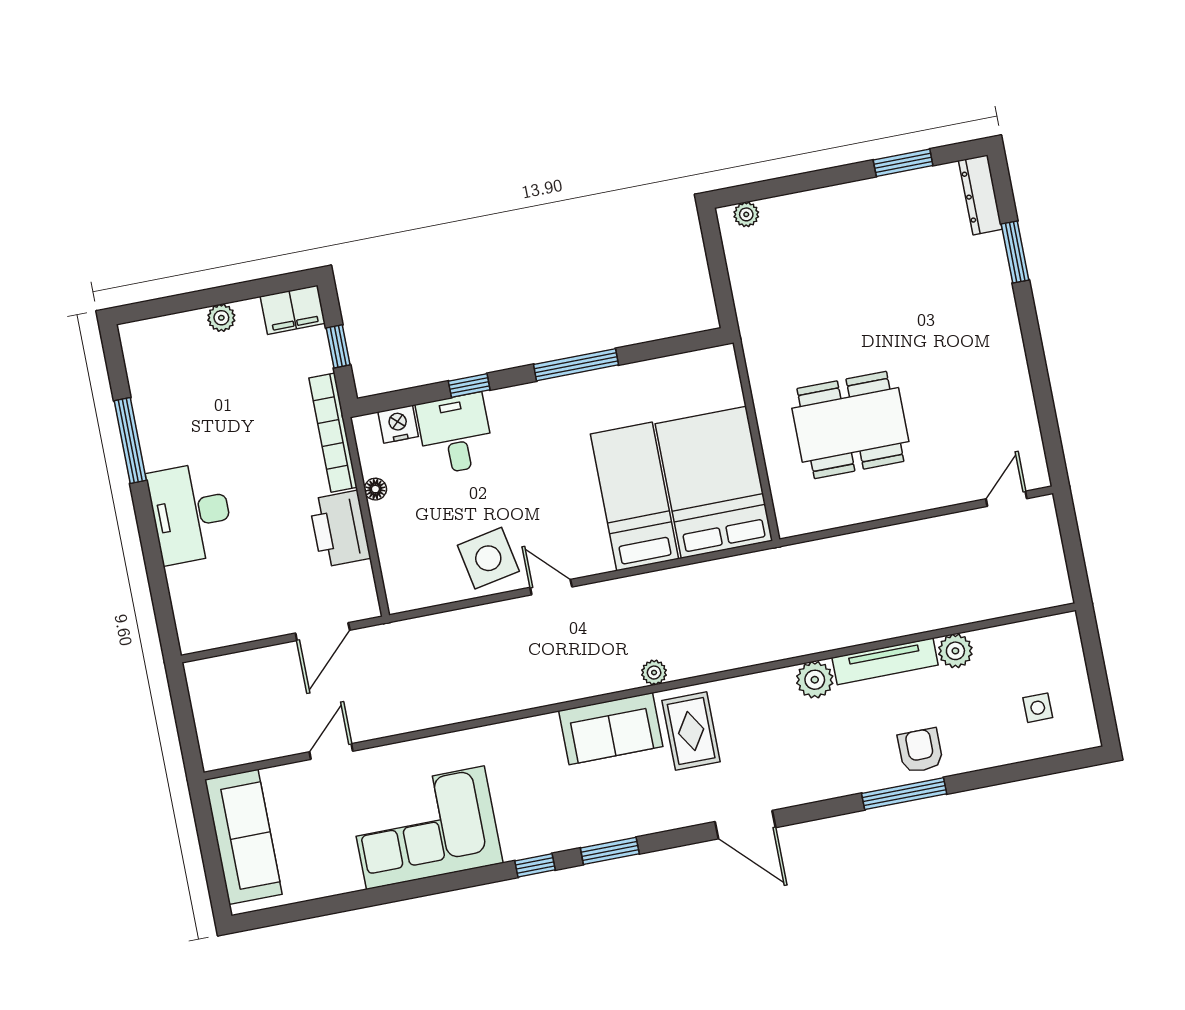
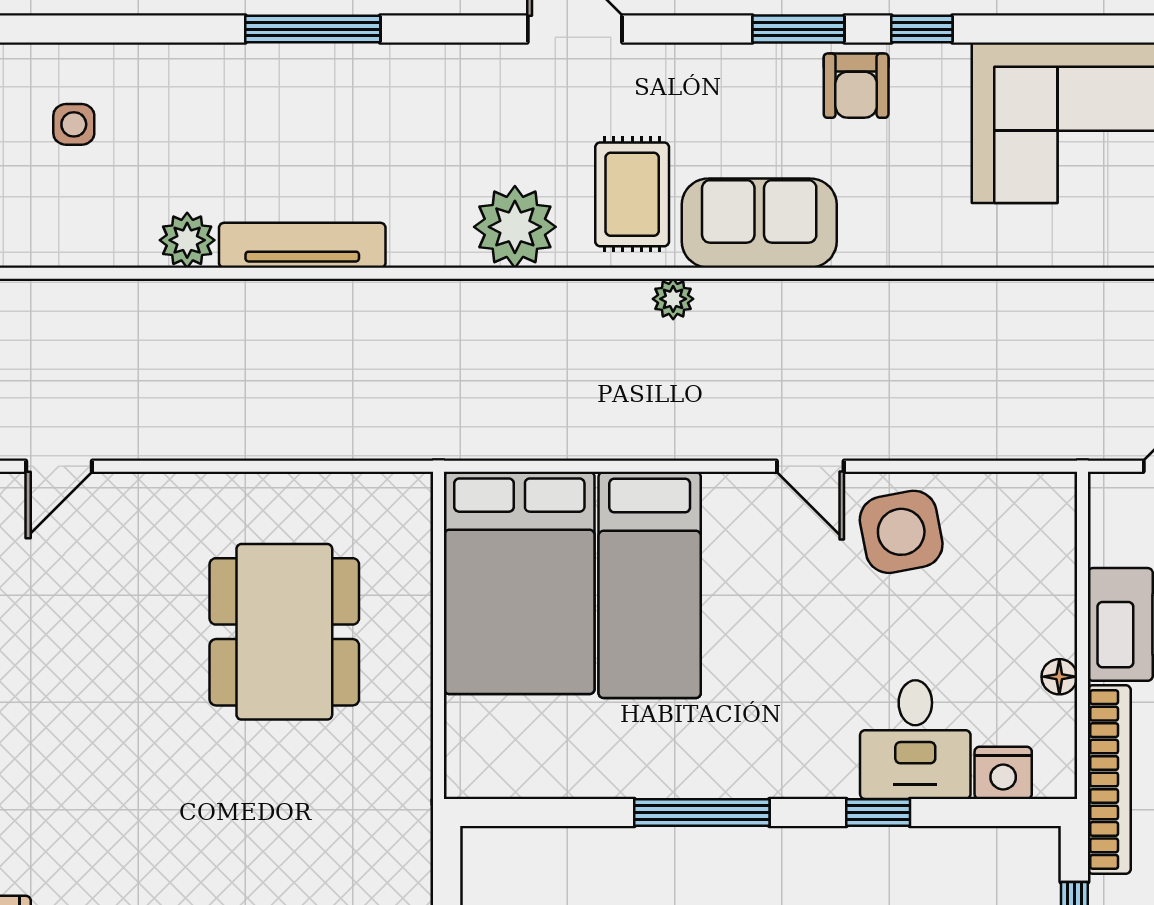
dining table: (850, 425) -> (284, 632), turned 90
plant: (815, 680) -> (515, 227), moved, width x1.36, depth x1.36
armchair: (920, 751) -> (856, 86), moved

